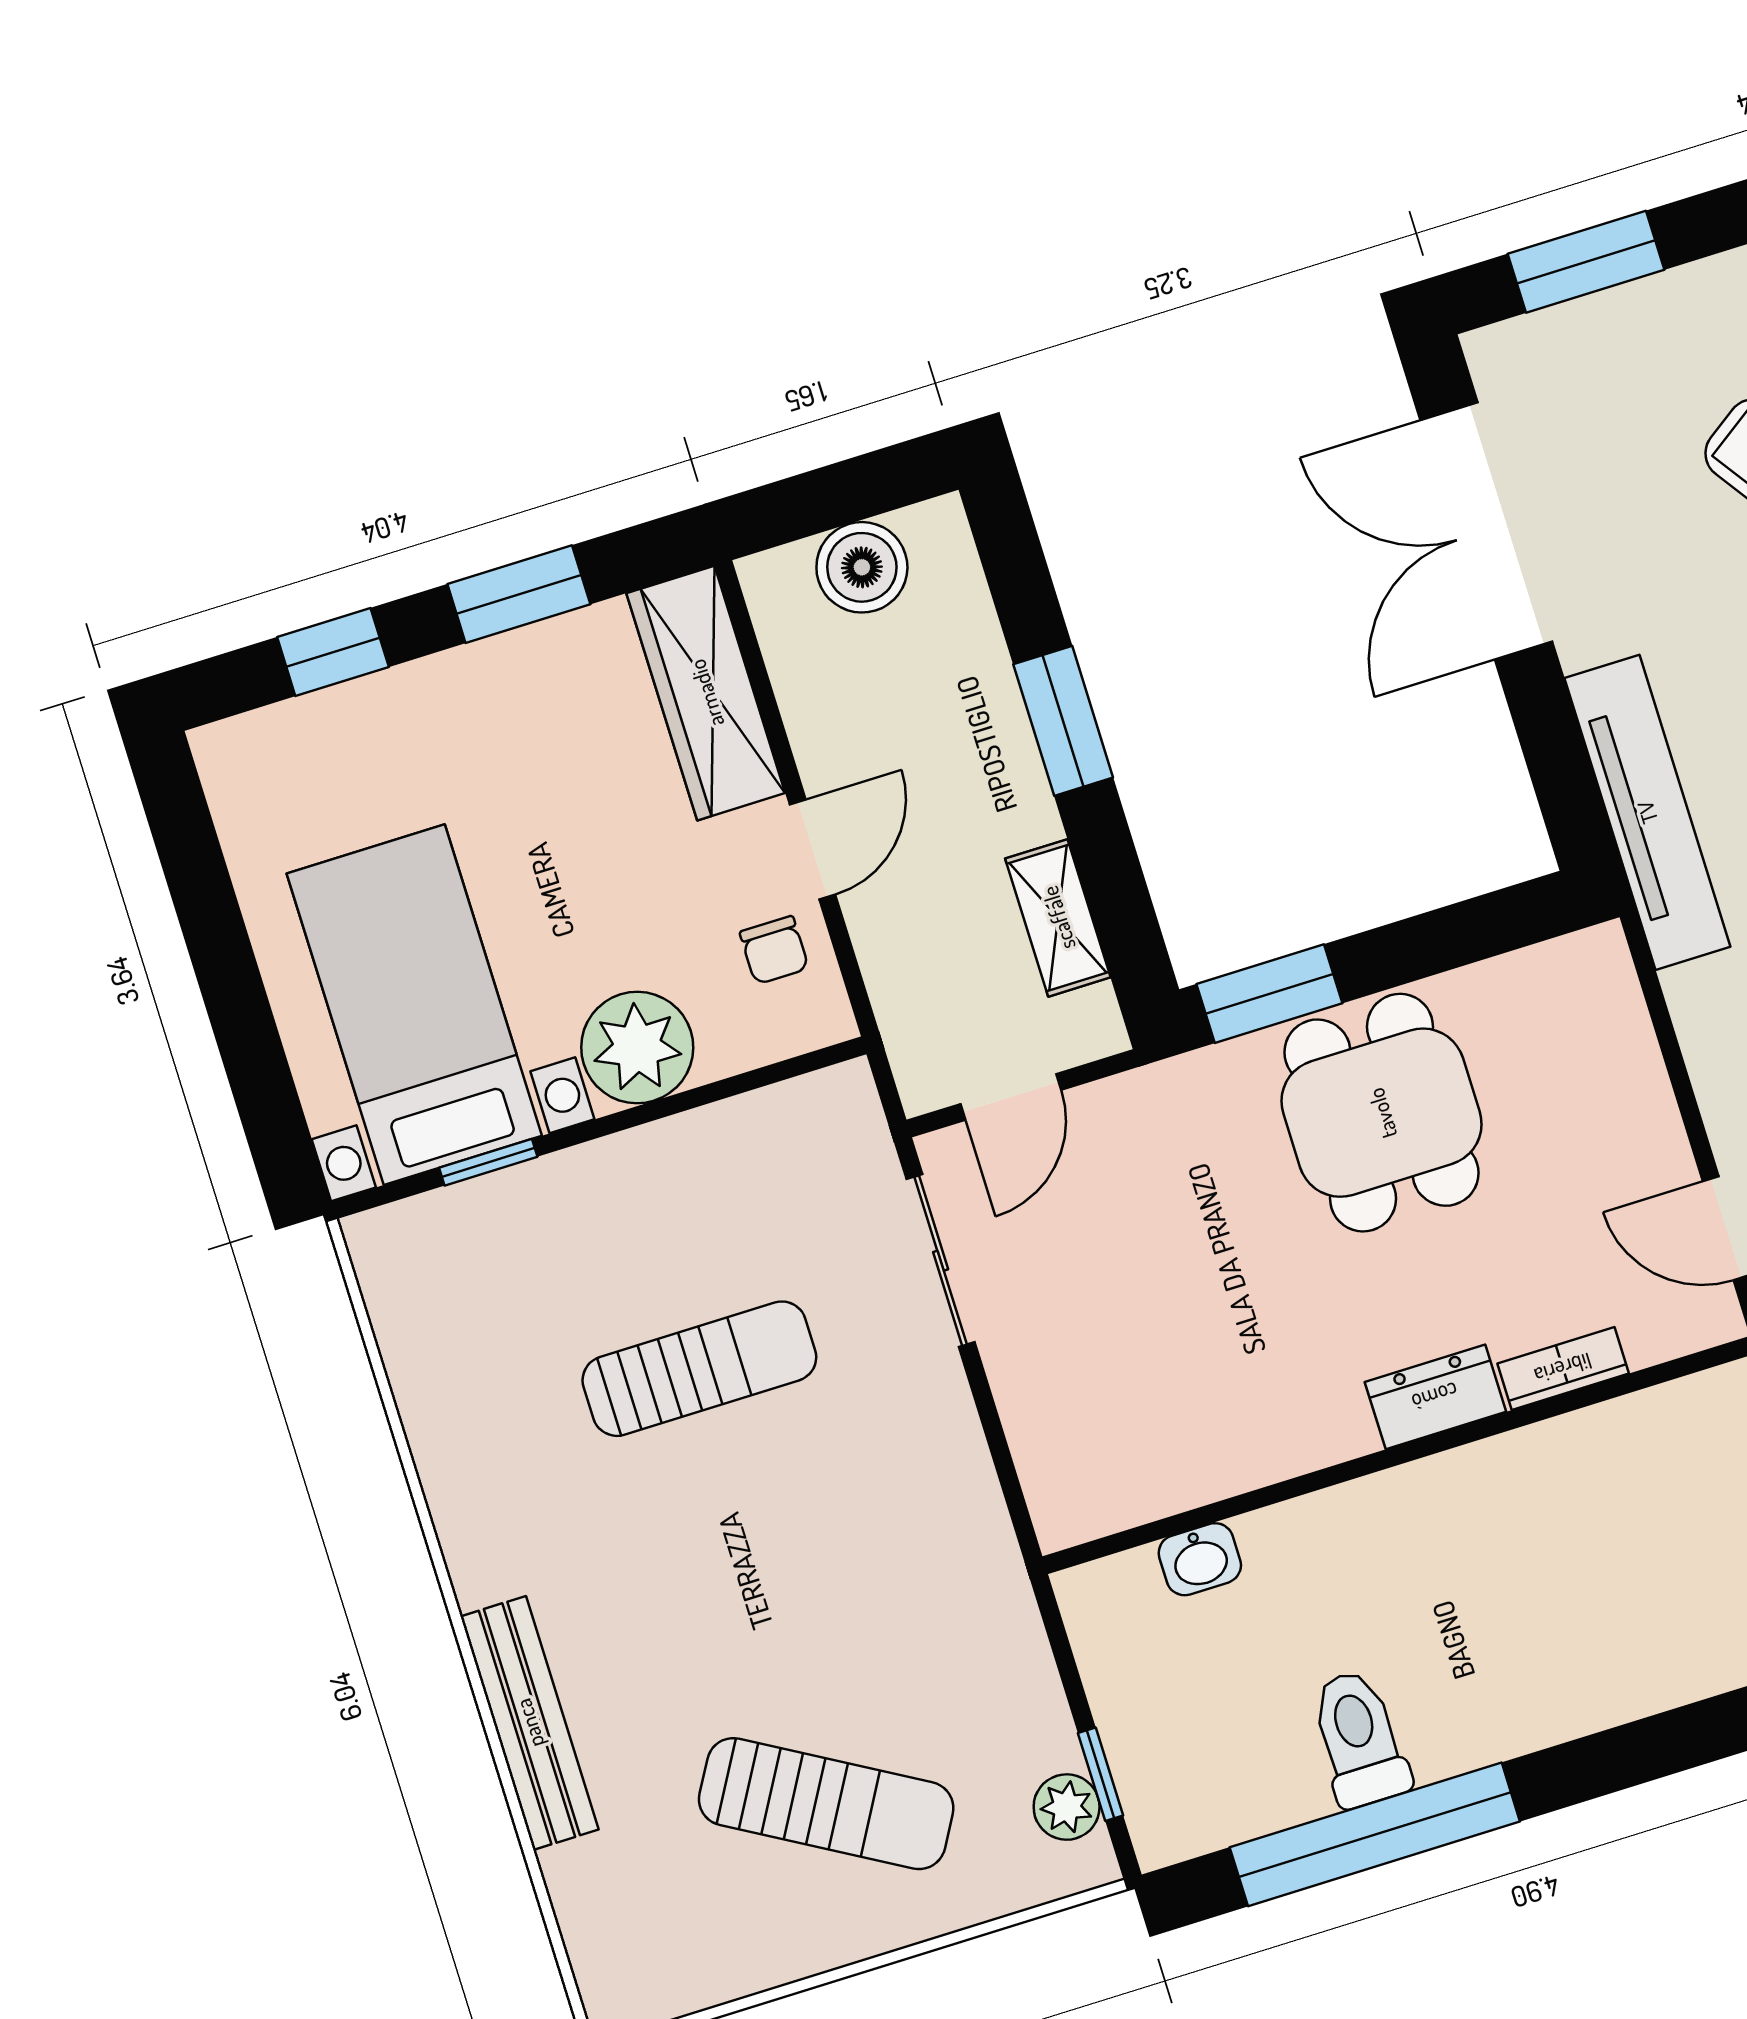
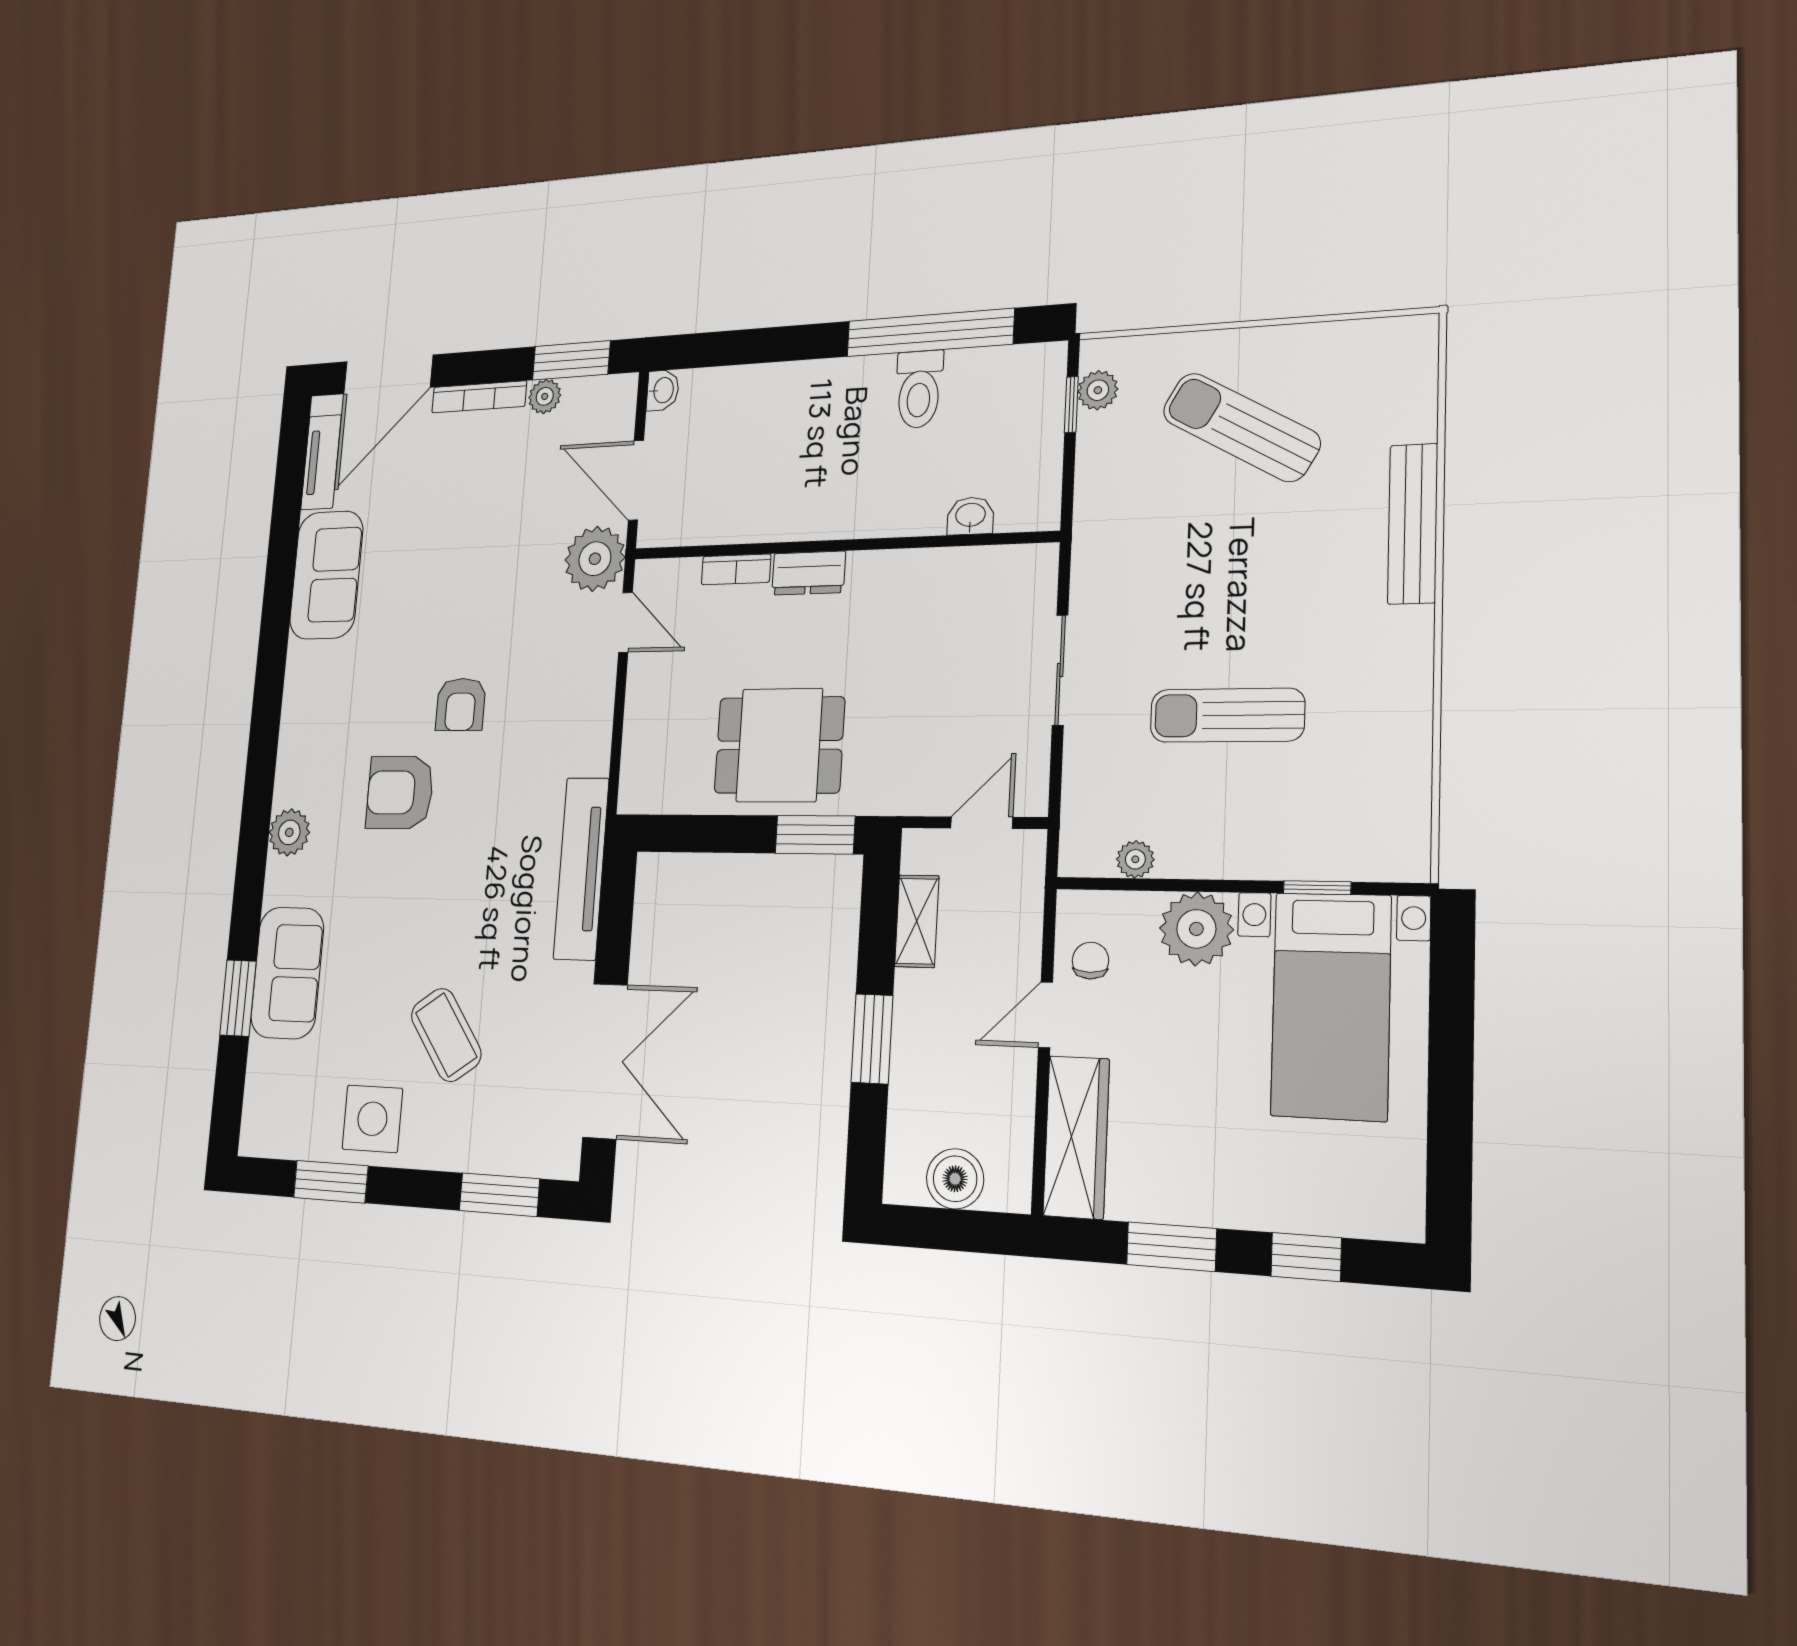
dining table: (1382, 1113) -> (779, 745), turned 90
plant: (760, 1118) -> (1135, 859), added
sliding door: (941, 1261) -> (1060, 670), moved

